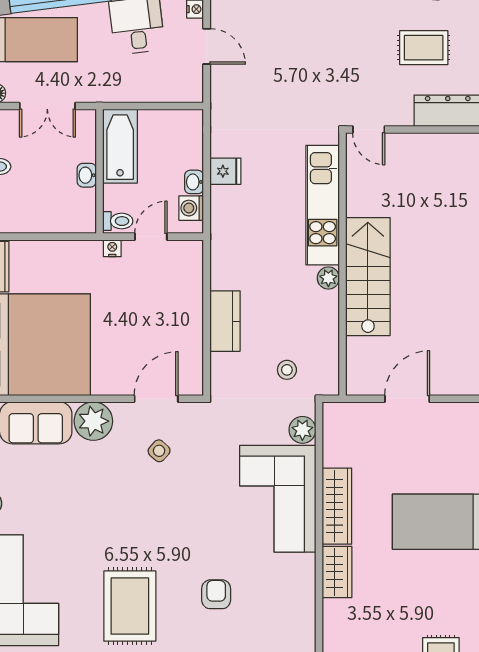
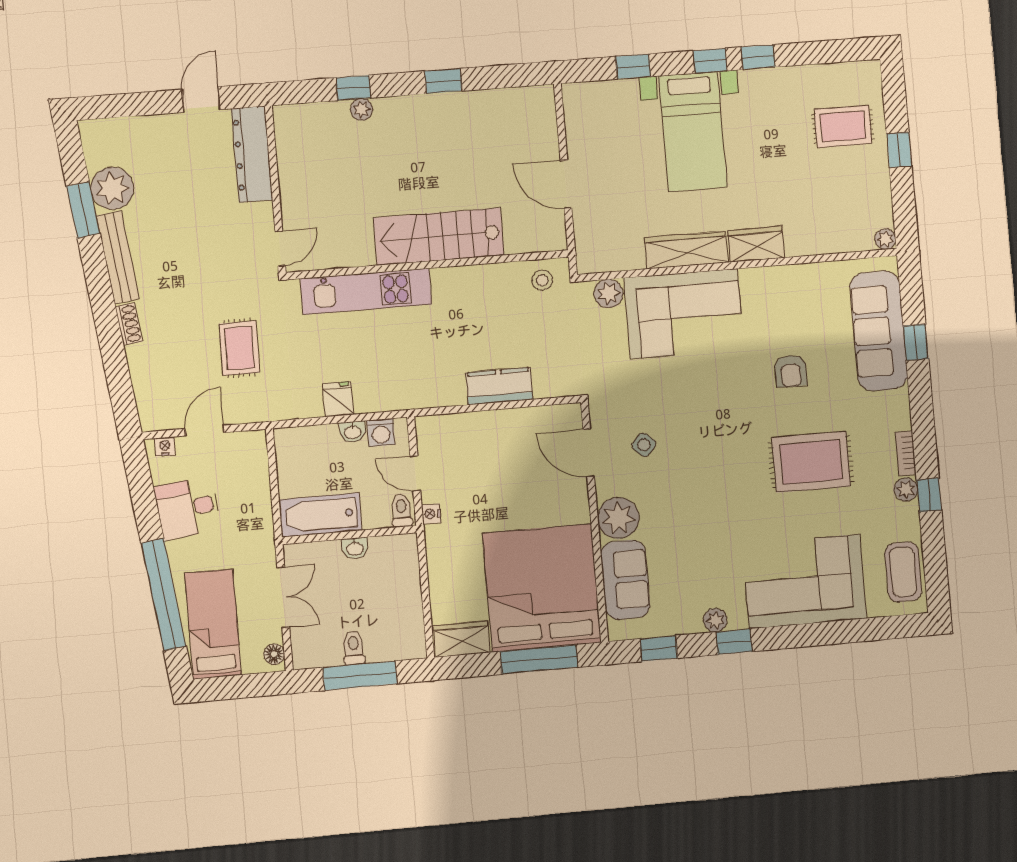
rug: (424, 48) -> (239, 348), moved
plant: (328, 278) -> (444, 279), removed
stool: (287, 370) -> (542, 280), moved
armchair: (216, 594) -> (791, 371), turned -90

